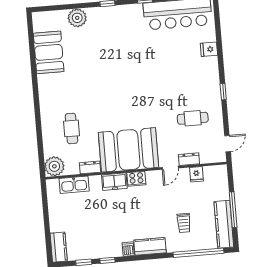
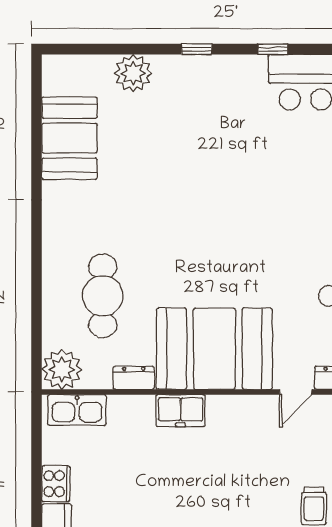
cafe table: (71, 128) -> (103, 296), width x1.37, depth x1.35
cooker: (136, 179) -> (56, 484), moved, turned -90
kitchen sink: (74, 185) -> (77, 410), moved

